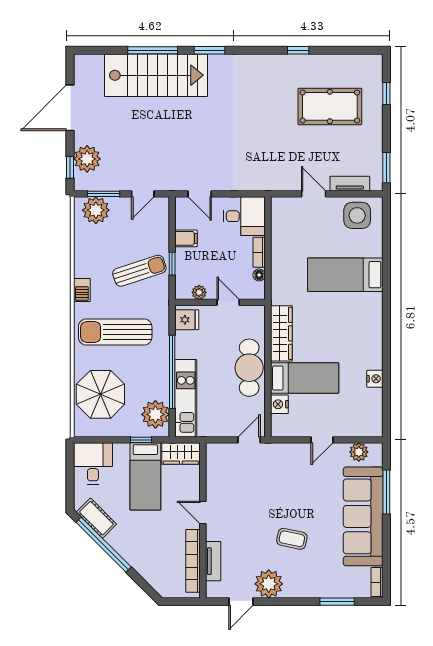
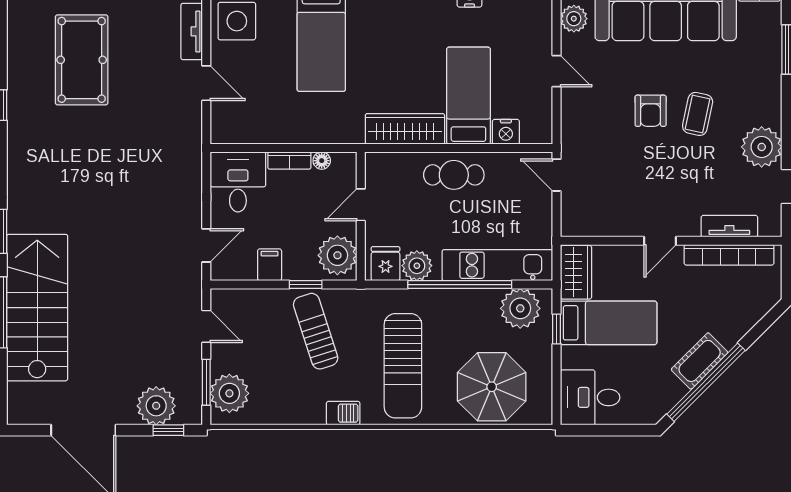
door: (314, 194) -> (206, 83), swing flipped
plant: (199, 292) -> (337, 255), width x1.88, depth x1.88
plant: (185, 342) -> (417, 266), added
cafe table: (249, 368) -> (454, 175), width x0.73, depth x0.74
armchair: (294, 506) -> (651, 111), added
cot: (96, 518) -> (700, 361), moved

